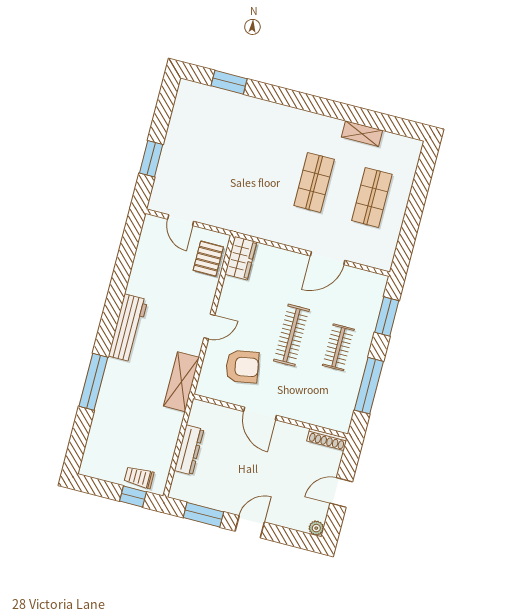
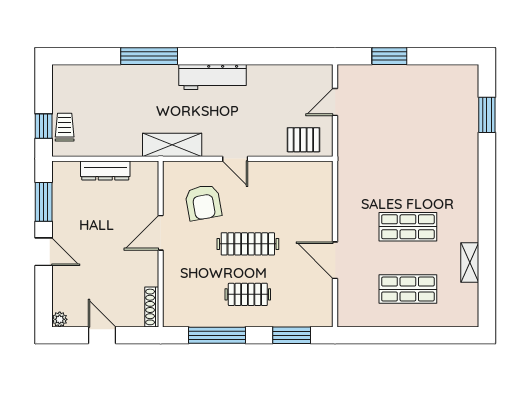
wardrobe: (241, 258) -> (312, 173), removed

